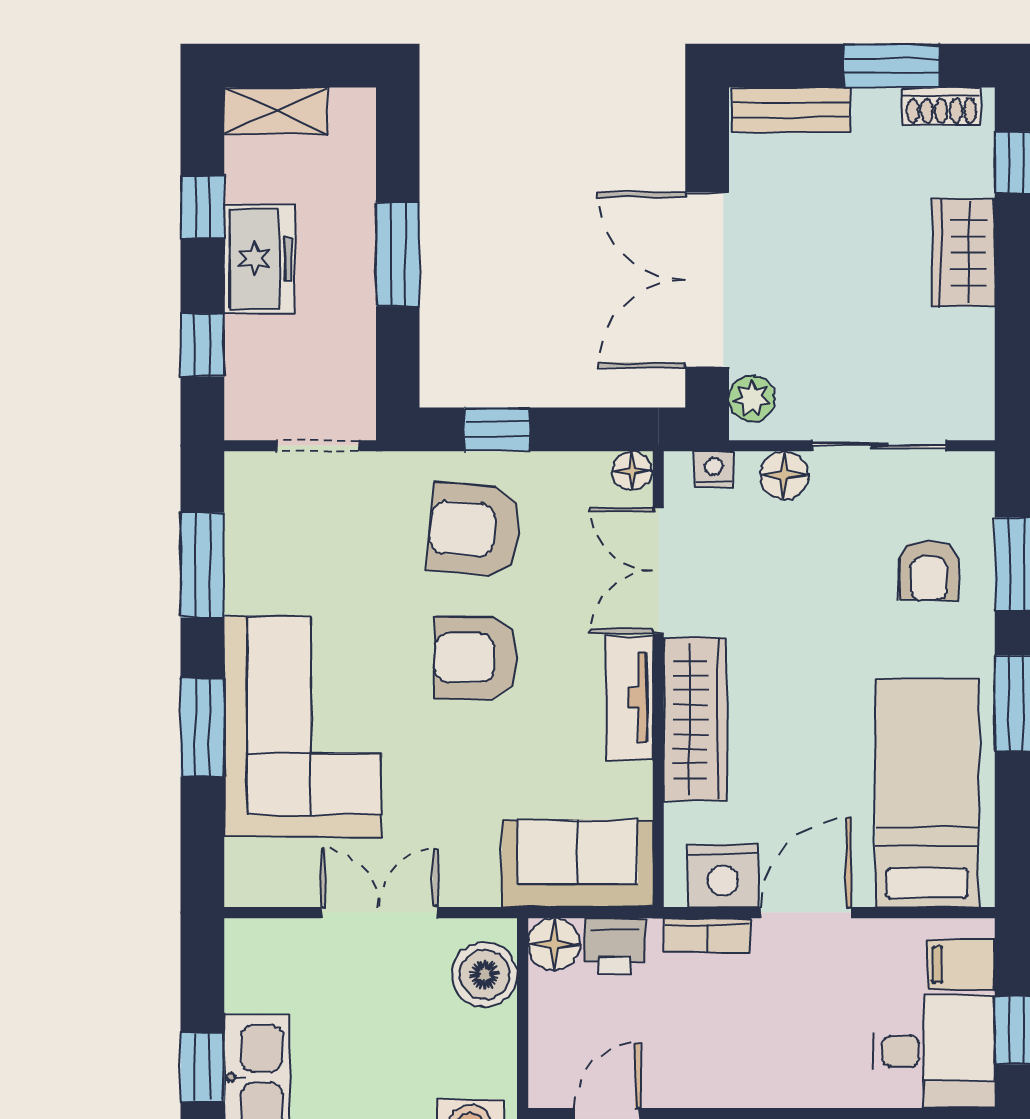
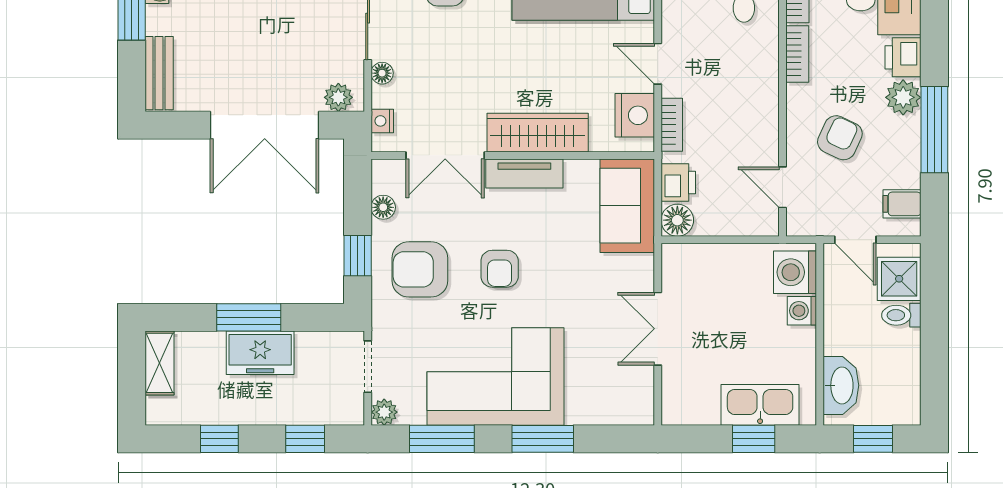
shelving: (276, 111) -> (159, 363), moved
freezer: (259, 259) -> (260, 353), moved, turned 180
floor lamp: (632, 471) -> (383, 207), moved
plant: (245, 472) -> (384, 412), added
floor lamp: (784, 475) -> (382, 73), width x0.73, depth x0.73
armchair: (475, 530) -> (420, 269), turned 85
armchair: (476, 658) -> (500, 269), width x0.72, depth x0.72
corner sofa: (303, 727) -> (495, 376), moved
door: (806, 913) -> (658, 64), width x0.73
boiler: (485, 974) -> (696, 263), removed

